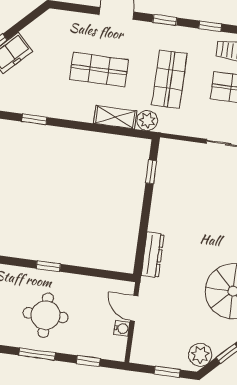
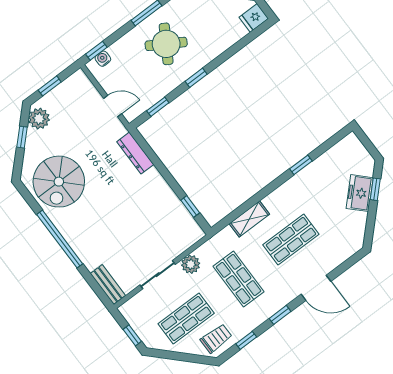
plant: (147, 121) -> (191, 264), moved
window: (100, 273) -> (158, 107), added
round table: (46, 315) -> (166, 44), turned 31
water cooler: (122, 328) -> (103, 59), moved, turned 90
window: (88, 361) -> (96, 51), moved

